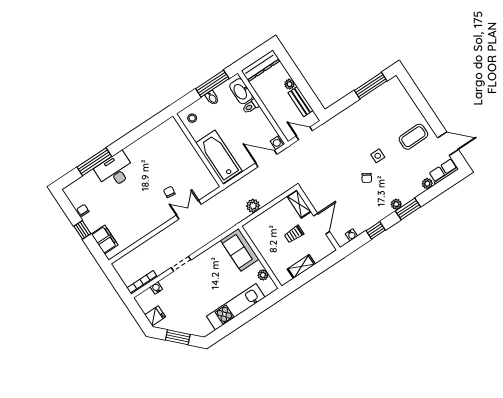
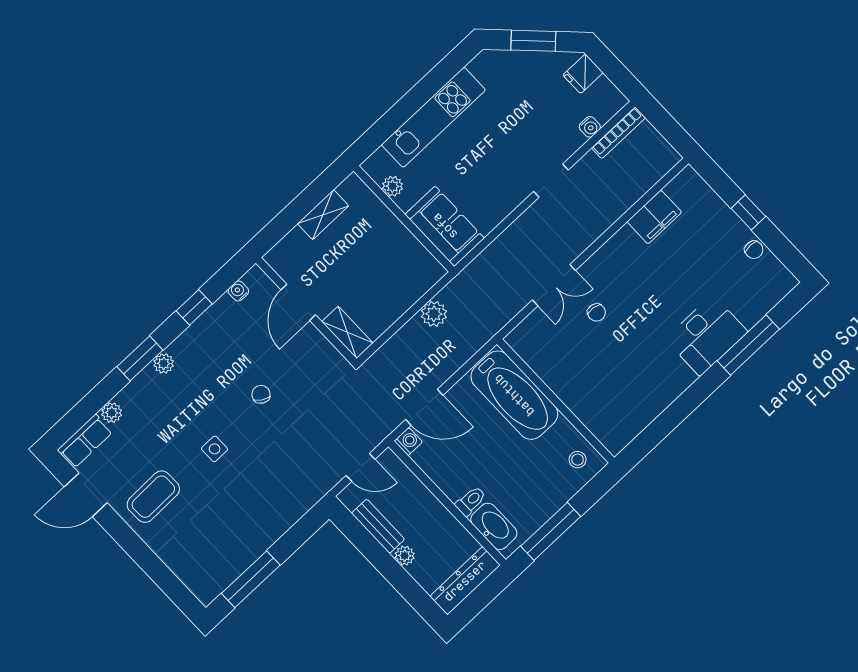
bidet: (212, 98) -> (546, 504), removed
chair: (367, 178) -> (261, 394), moved
trolley: (294, 234) -> (347, 274), removed
filing cabinet: (105, 239) -> (654, 217), moved, turned -90

